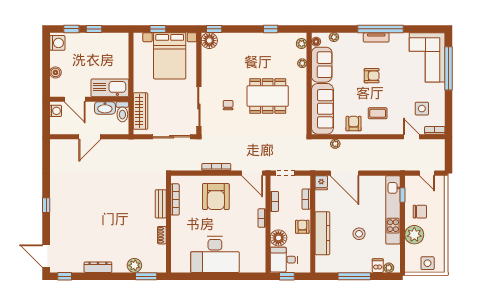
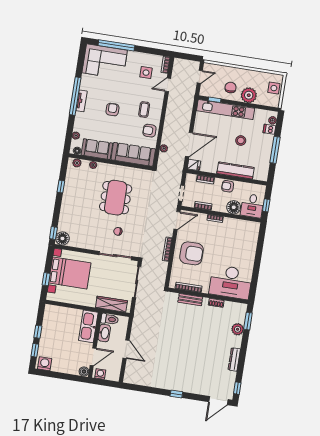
boiler: (55, 72) -> (84, 372), moved
desk: (215, 254) -> (231, 282), moved, turned 90

